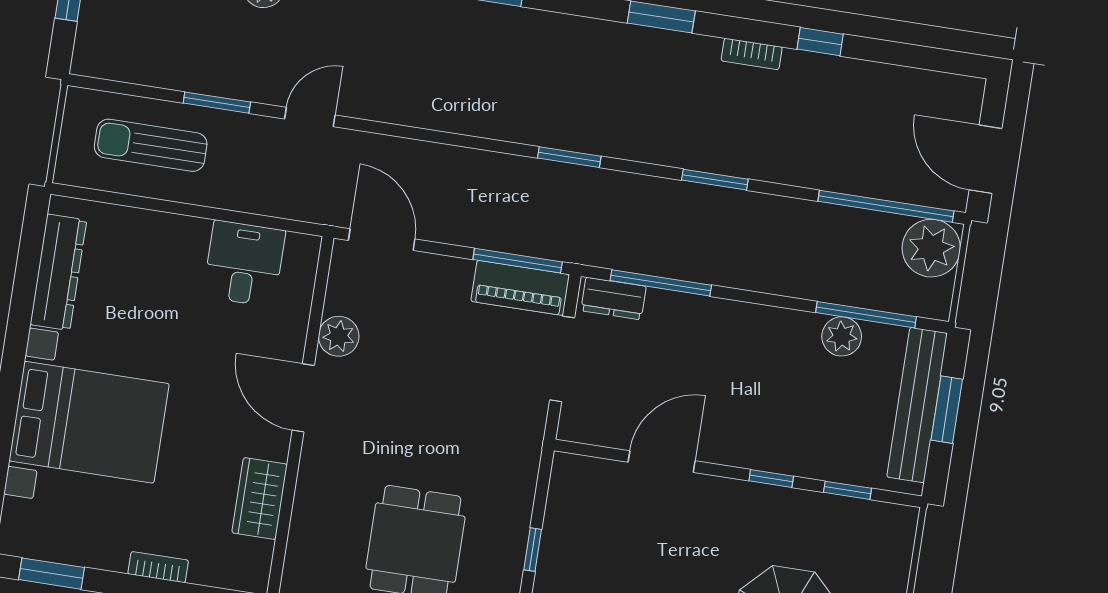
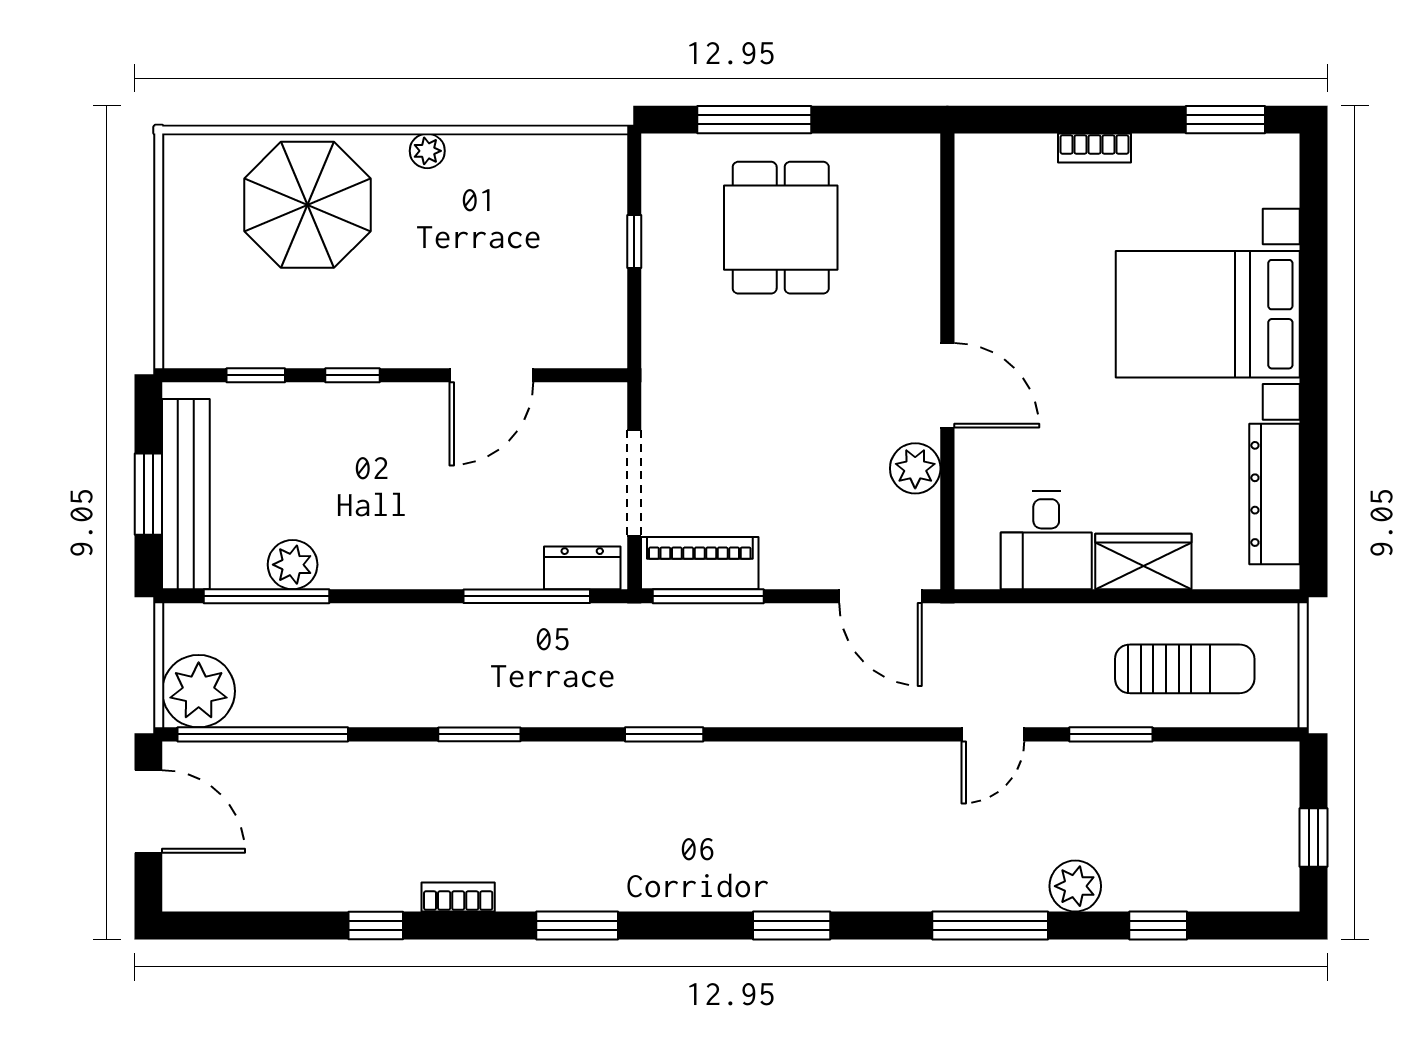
wardrobe: (260, 499) -> (1143, 562), moved, turned -90

